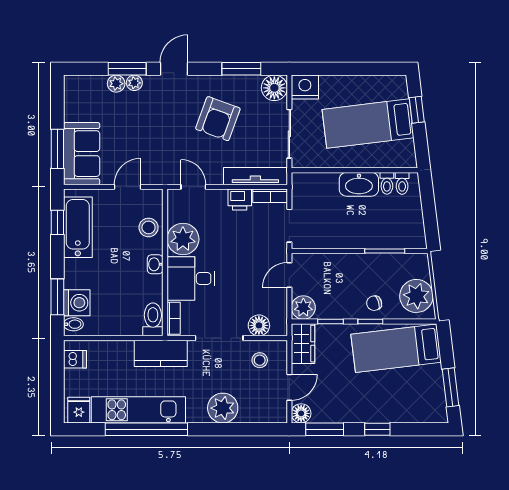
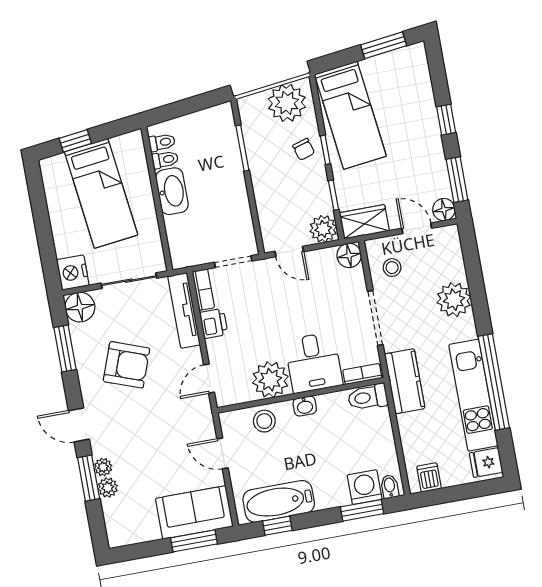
floor lamp: (259, 325) -> (349, 255), moved

